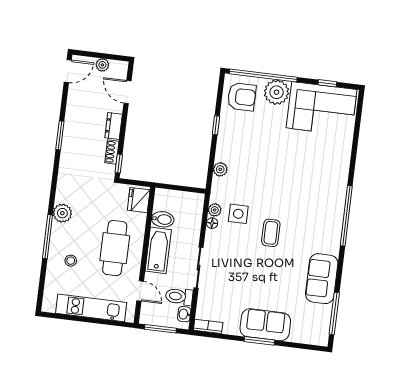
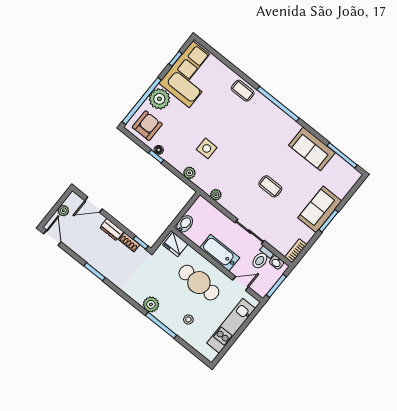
coffee table: (337, 172) -> (243, 91), added
side table: (238, 214) -> (207, 148), moved
bidet: (163, 219) -> (185, 224), moved
floor lamp: (212, 223) -> (159, 150), moved
coffee table: (271, 233) -> (270, 186), moved

